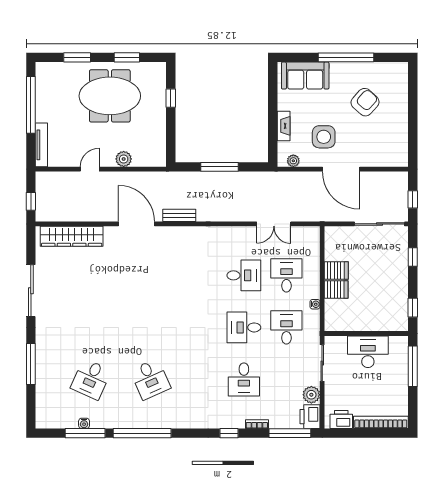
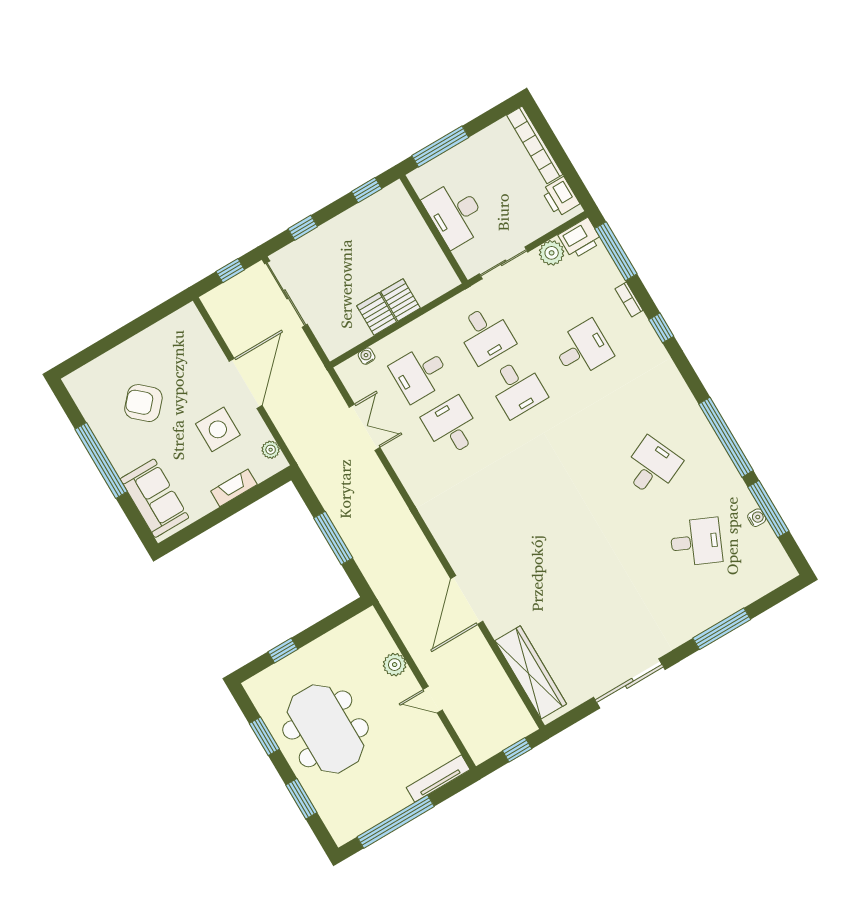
bench: (179, 215) -> (424, 553), removed
water cooler: (315, 304) -> (367, 356), moved
desk: (286, 327) -> (485, 334), turned -90

